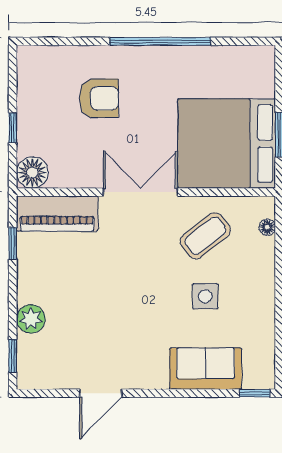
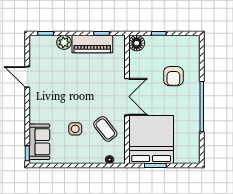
piano: (57, 214) -> (92, 44), moved, turned -90
sofa: (206, 369) -> (39, 142), moved

